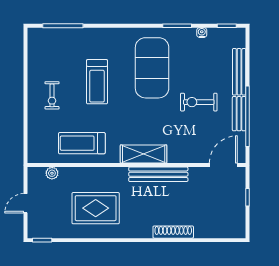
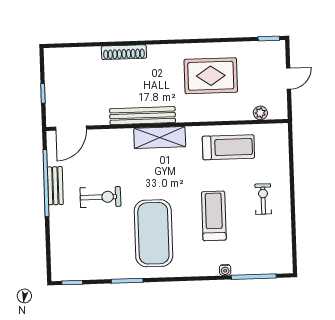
water cooler: (202, 33) -> (225, 270), moved
bench: (239, 72) -> (57, 232), removed

